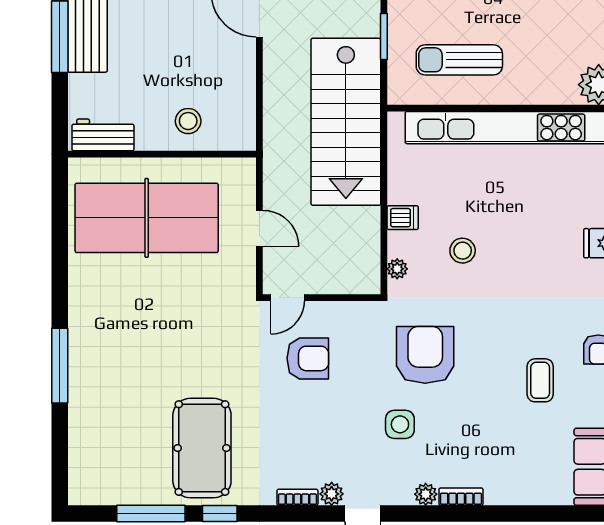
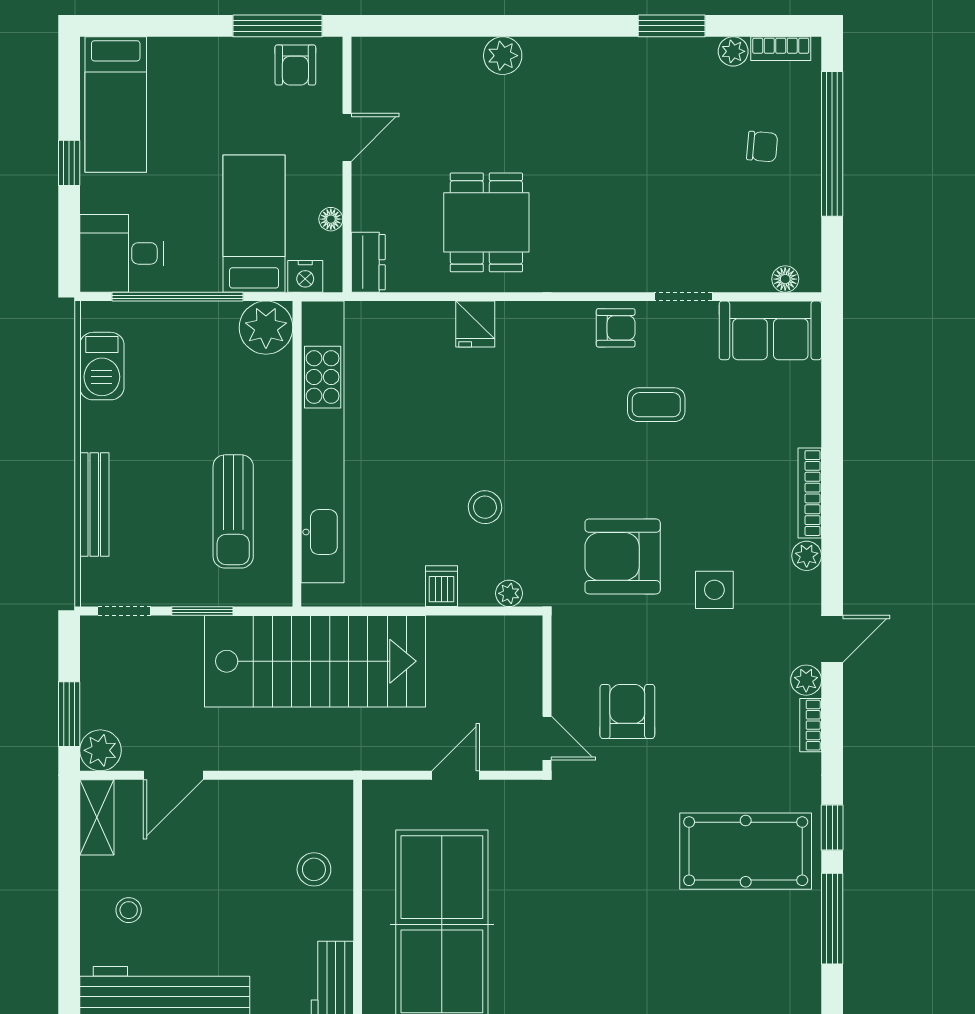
bookcase: (461, 497) -> (810, 493), width x1.56

